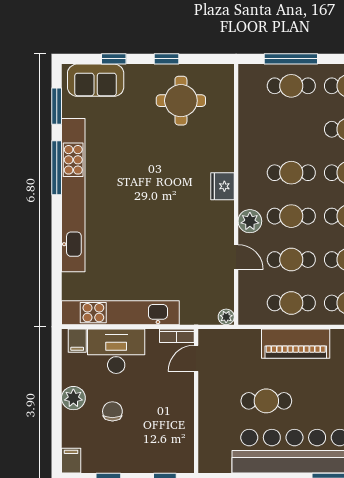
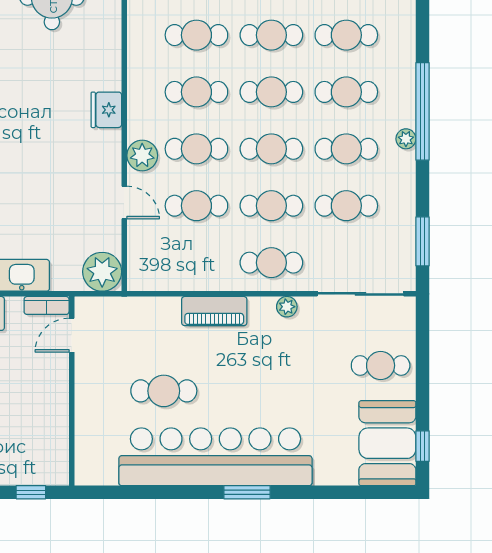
cafe table: (291, 303) -> (196, 35), moved
plant: (226, 317) -> (102, 272), width x1.87, depth x1.87
piano: (296, 344) -> (214, 311), width x0.73, depth x0.75

